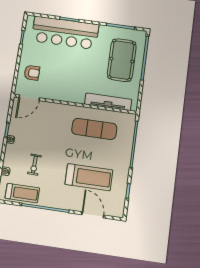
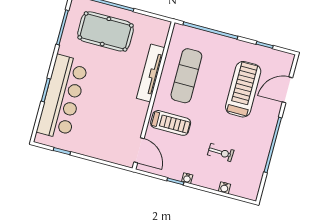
armchair: (32, 73) -> (108, 144), removed
tv unit: (108, 102) -> (151, 73), moved
treadmill: (22, 193) -> (171, 123), moved, turned 90

